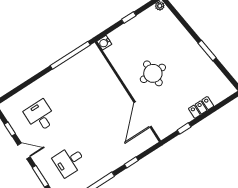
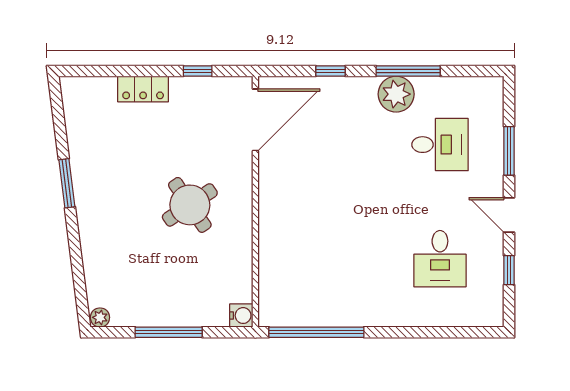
window: (129, 18) -> (169, 332), width x2.17
round table: (153, 73) -> (190, 205), turned -34
door: (143, 115) -> (255, 120), moved
plant: (99, 170) -> (396, 94), added

